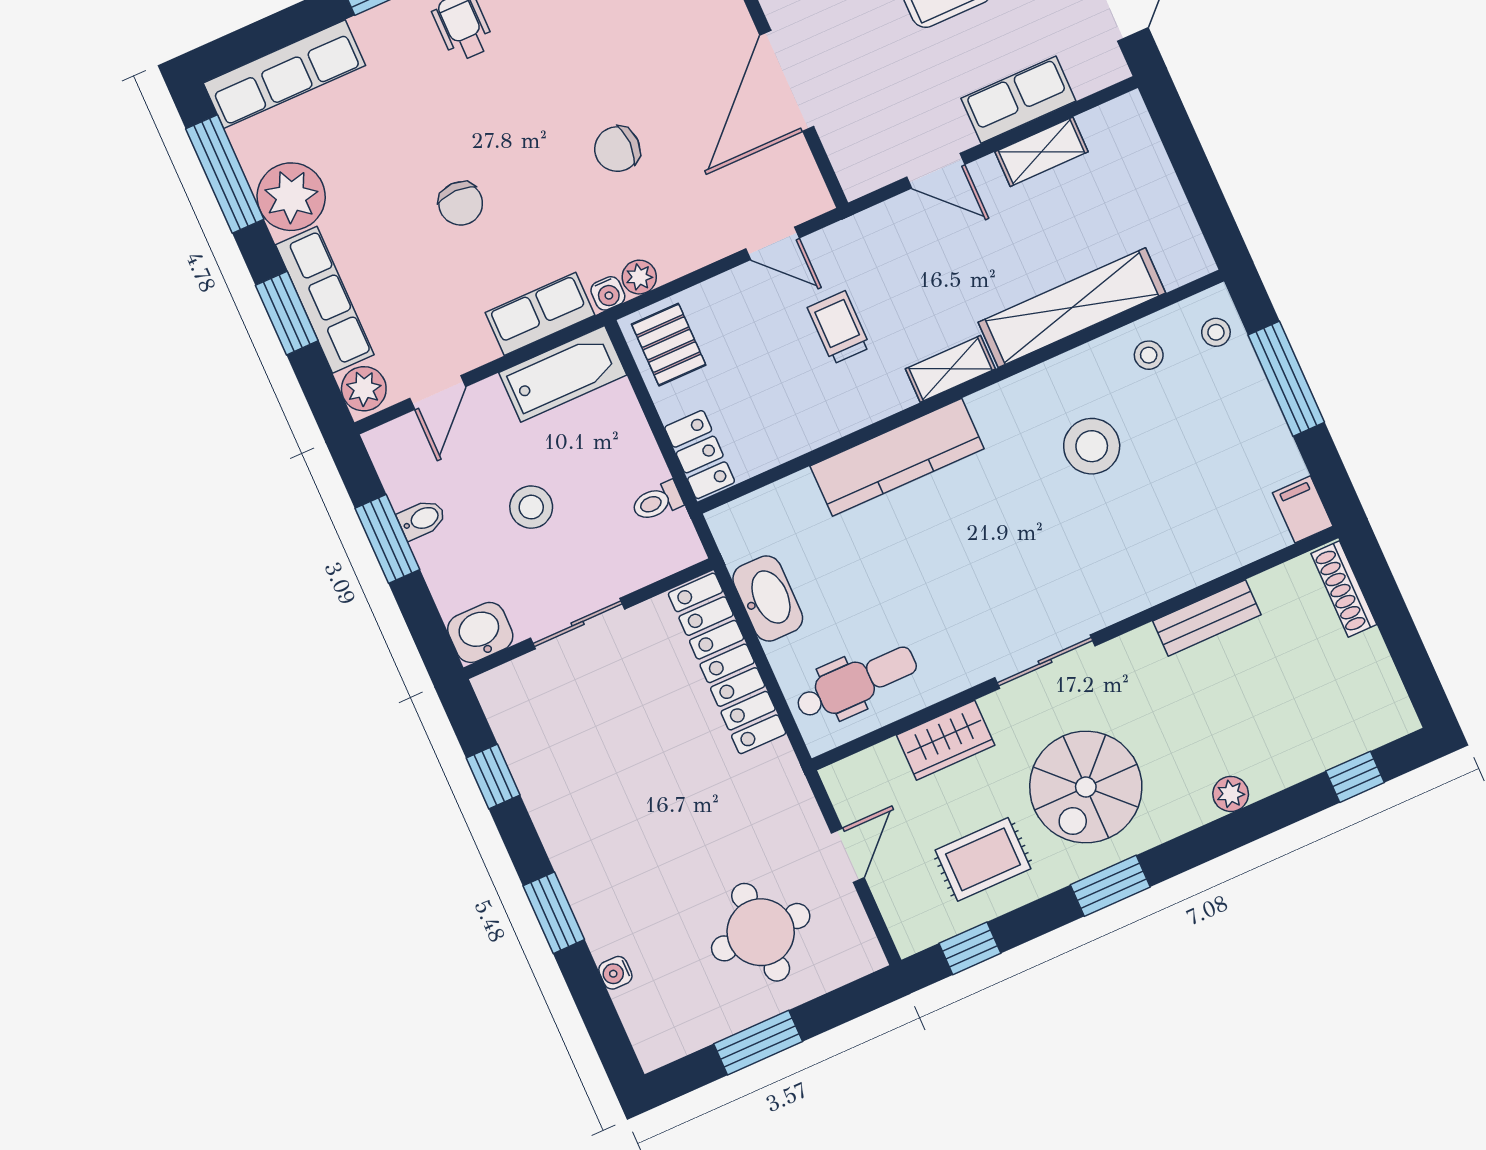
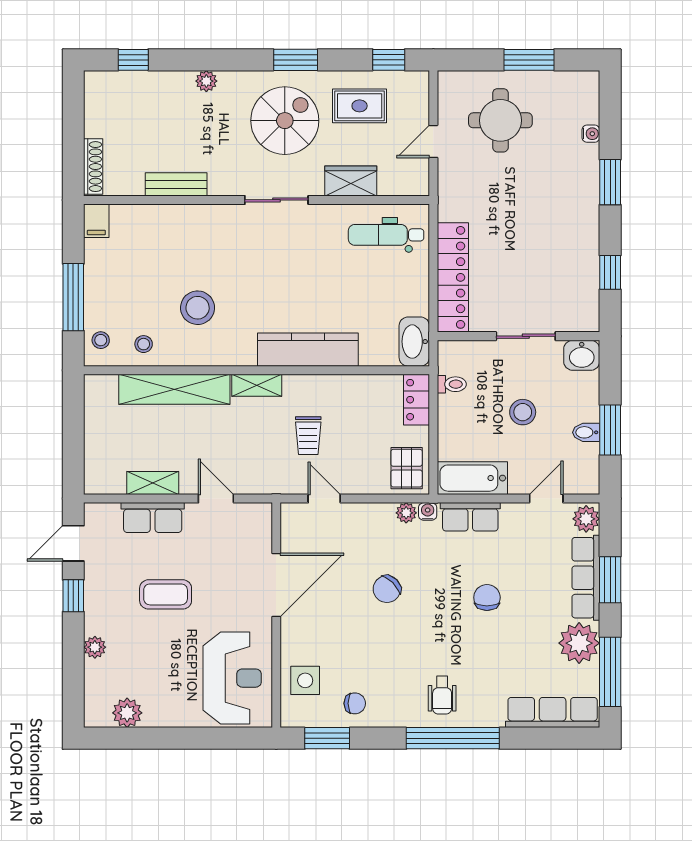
chair: (617, 149) -> (387, 589), turned 135
washbasin: (768, 598) -> (414, 342), moved

